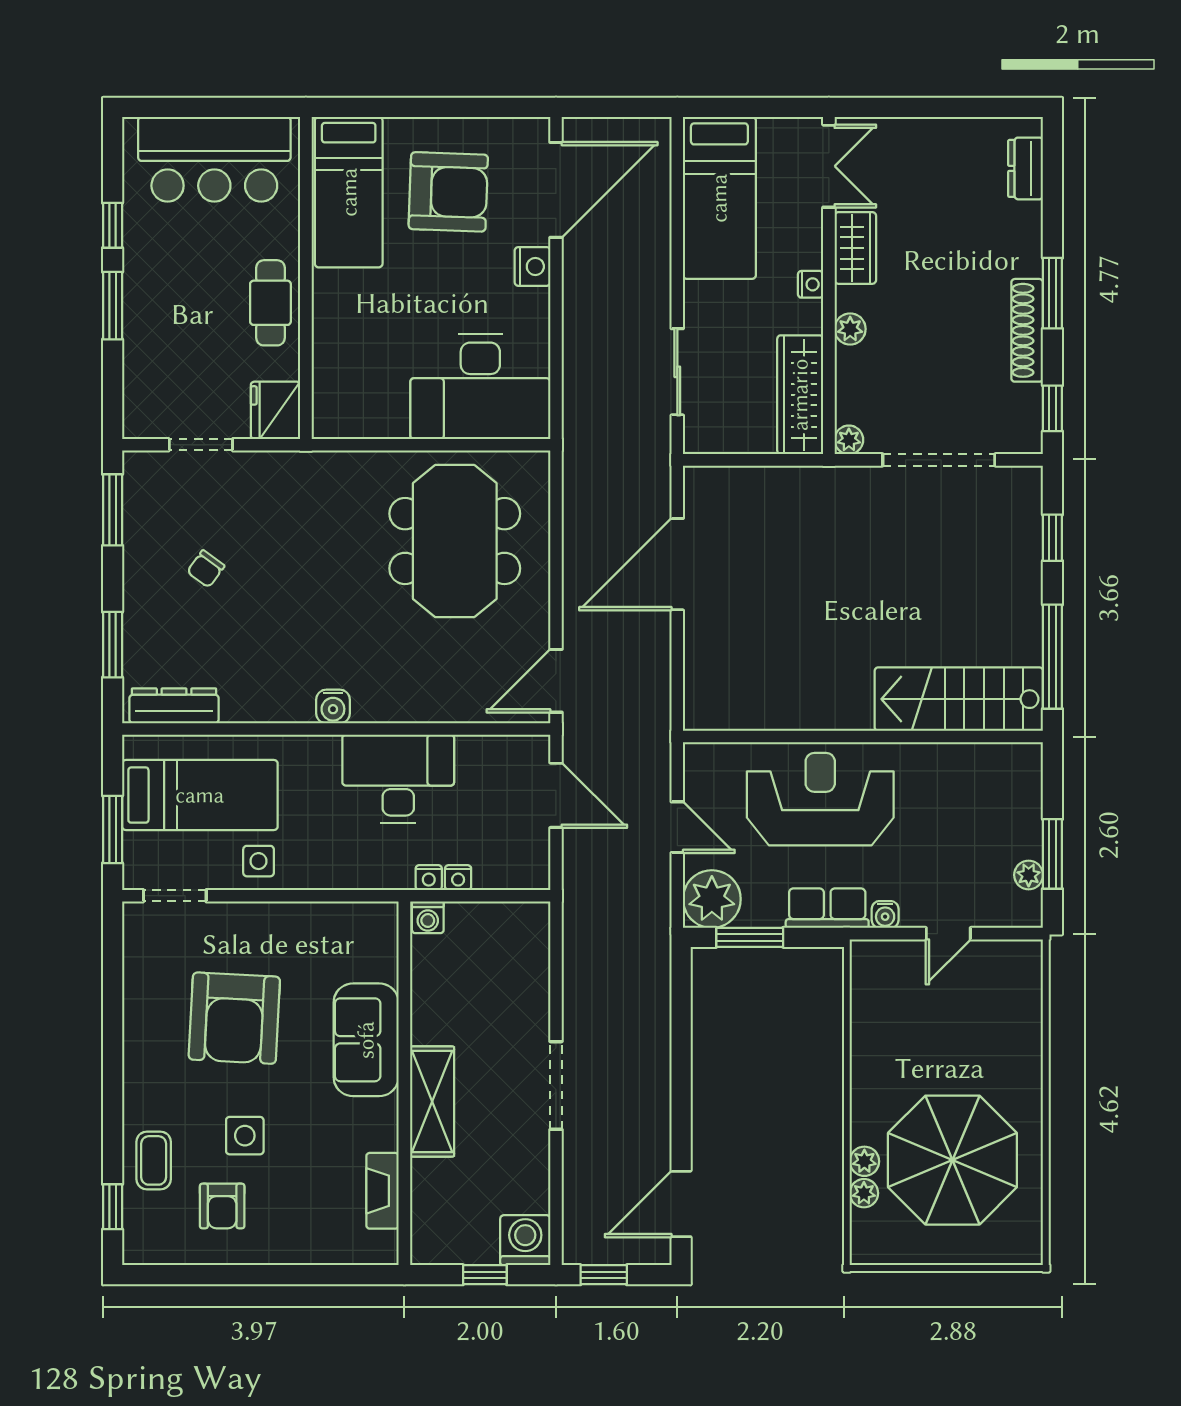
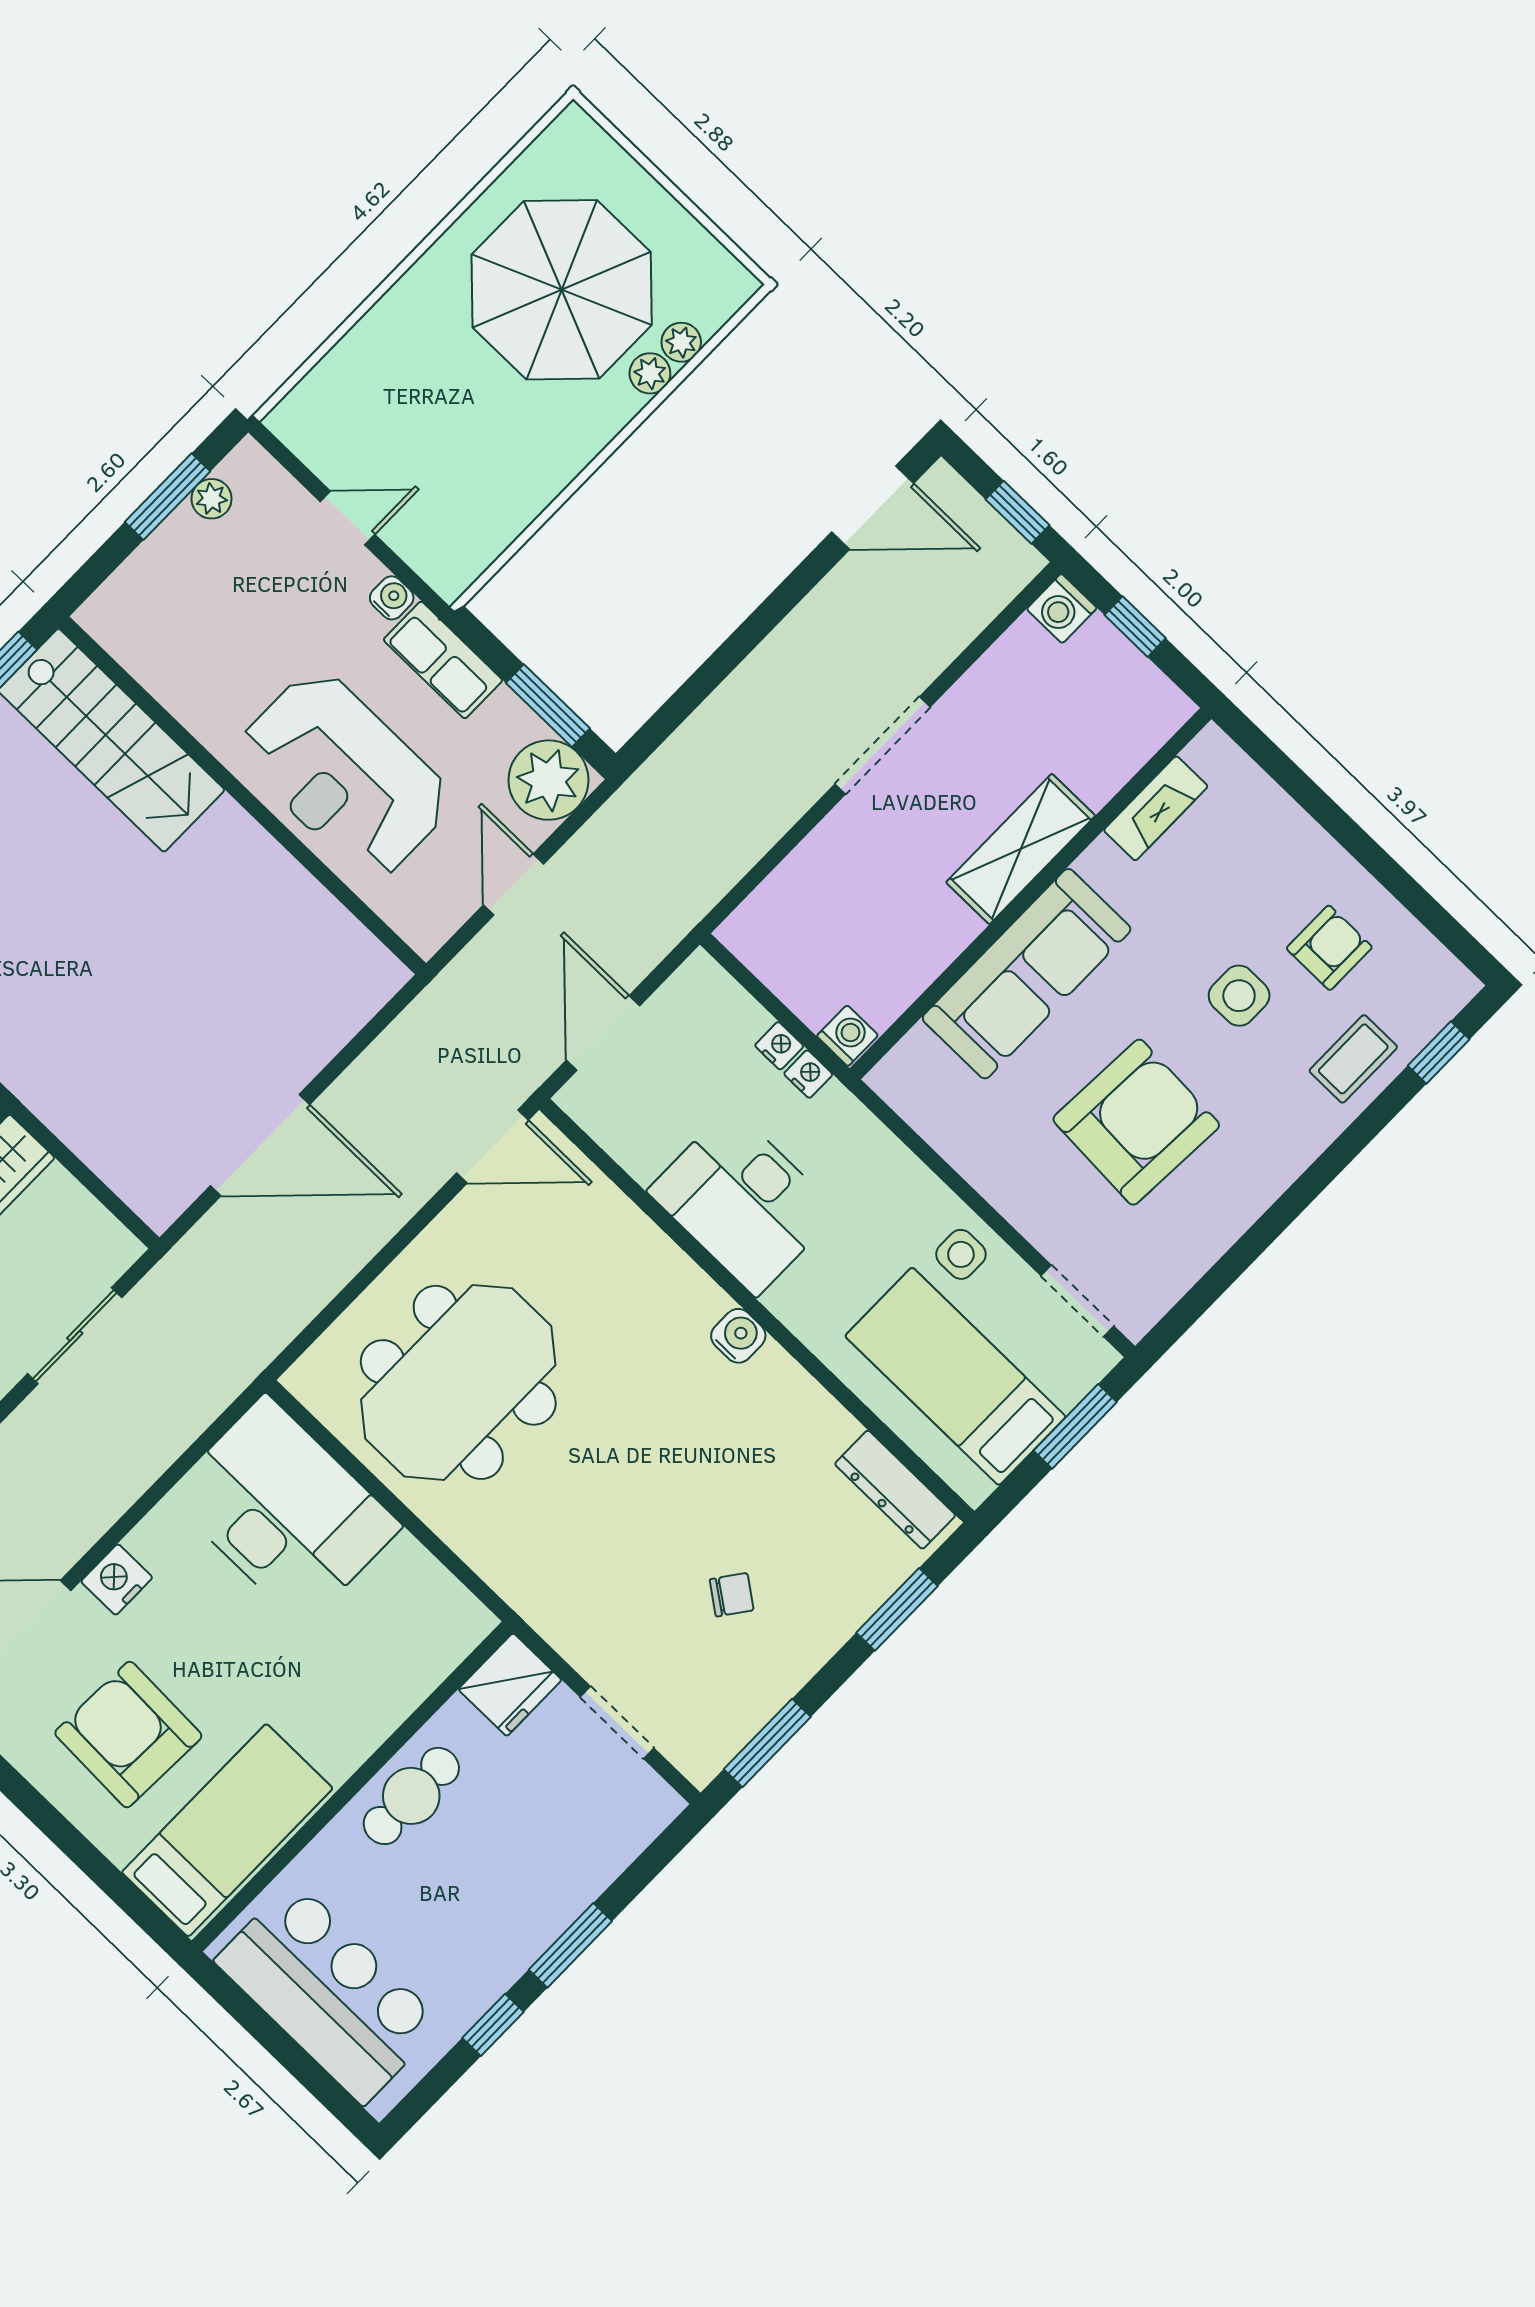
sofa: (366, 1040) -> (1027, 974), width x1.36
washing machine: (525, 1240) -> (1062, 608), width x0.73, depth x0.73

